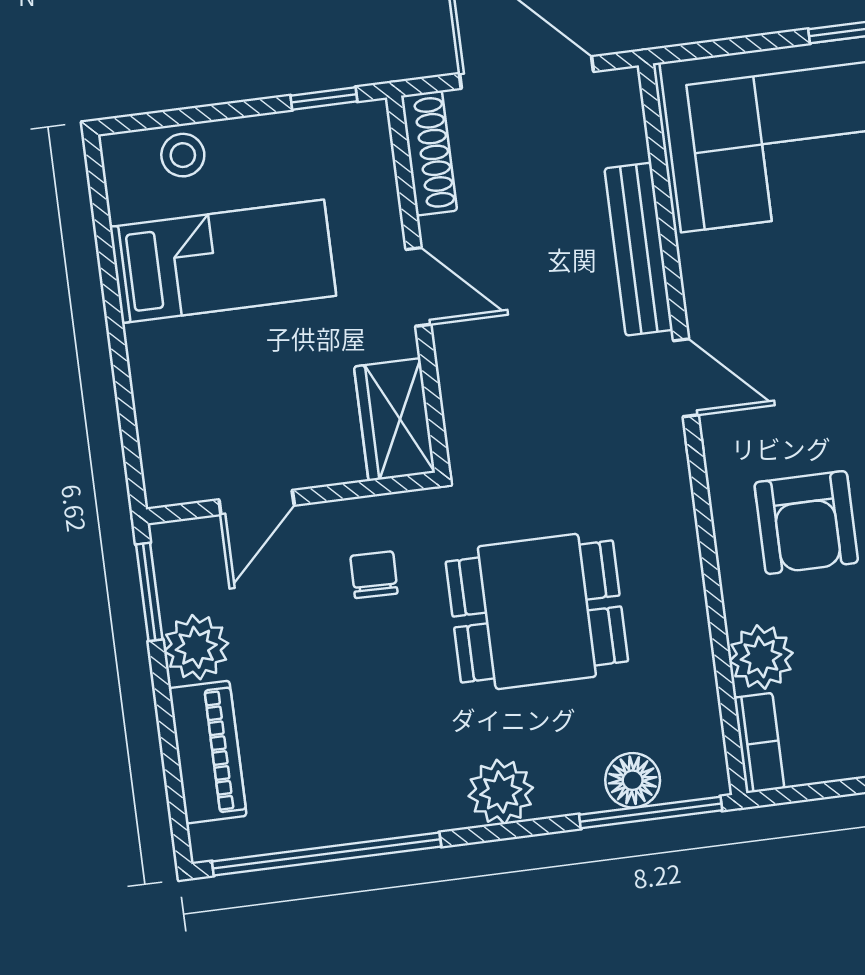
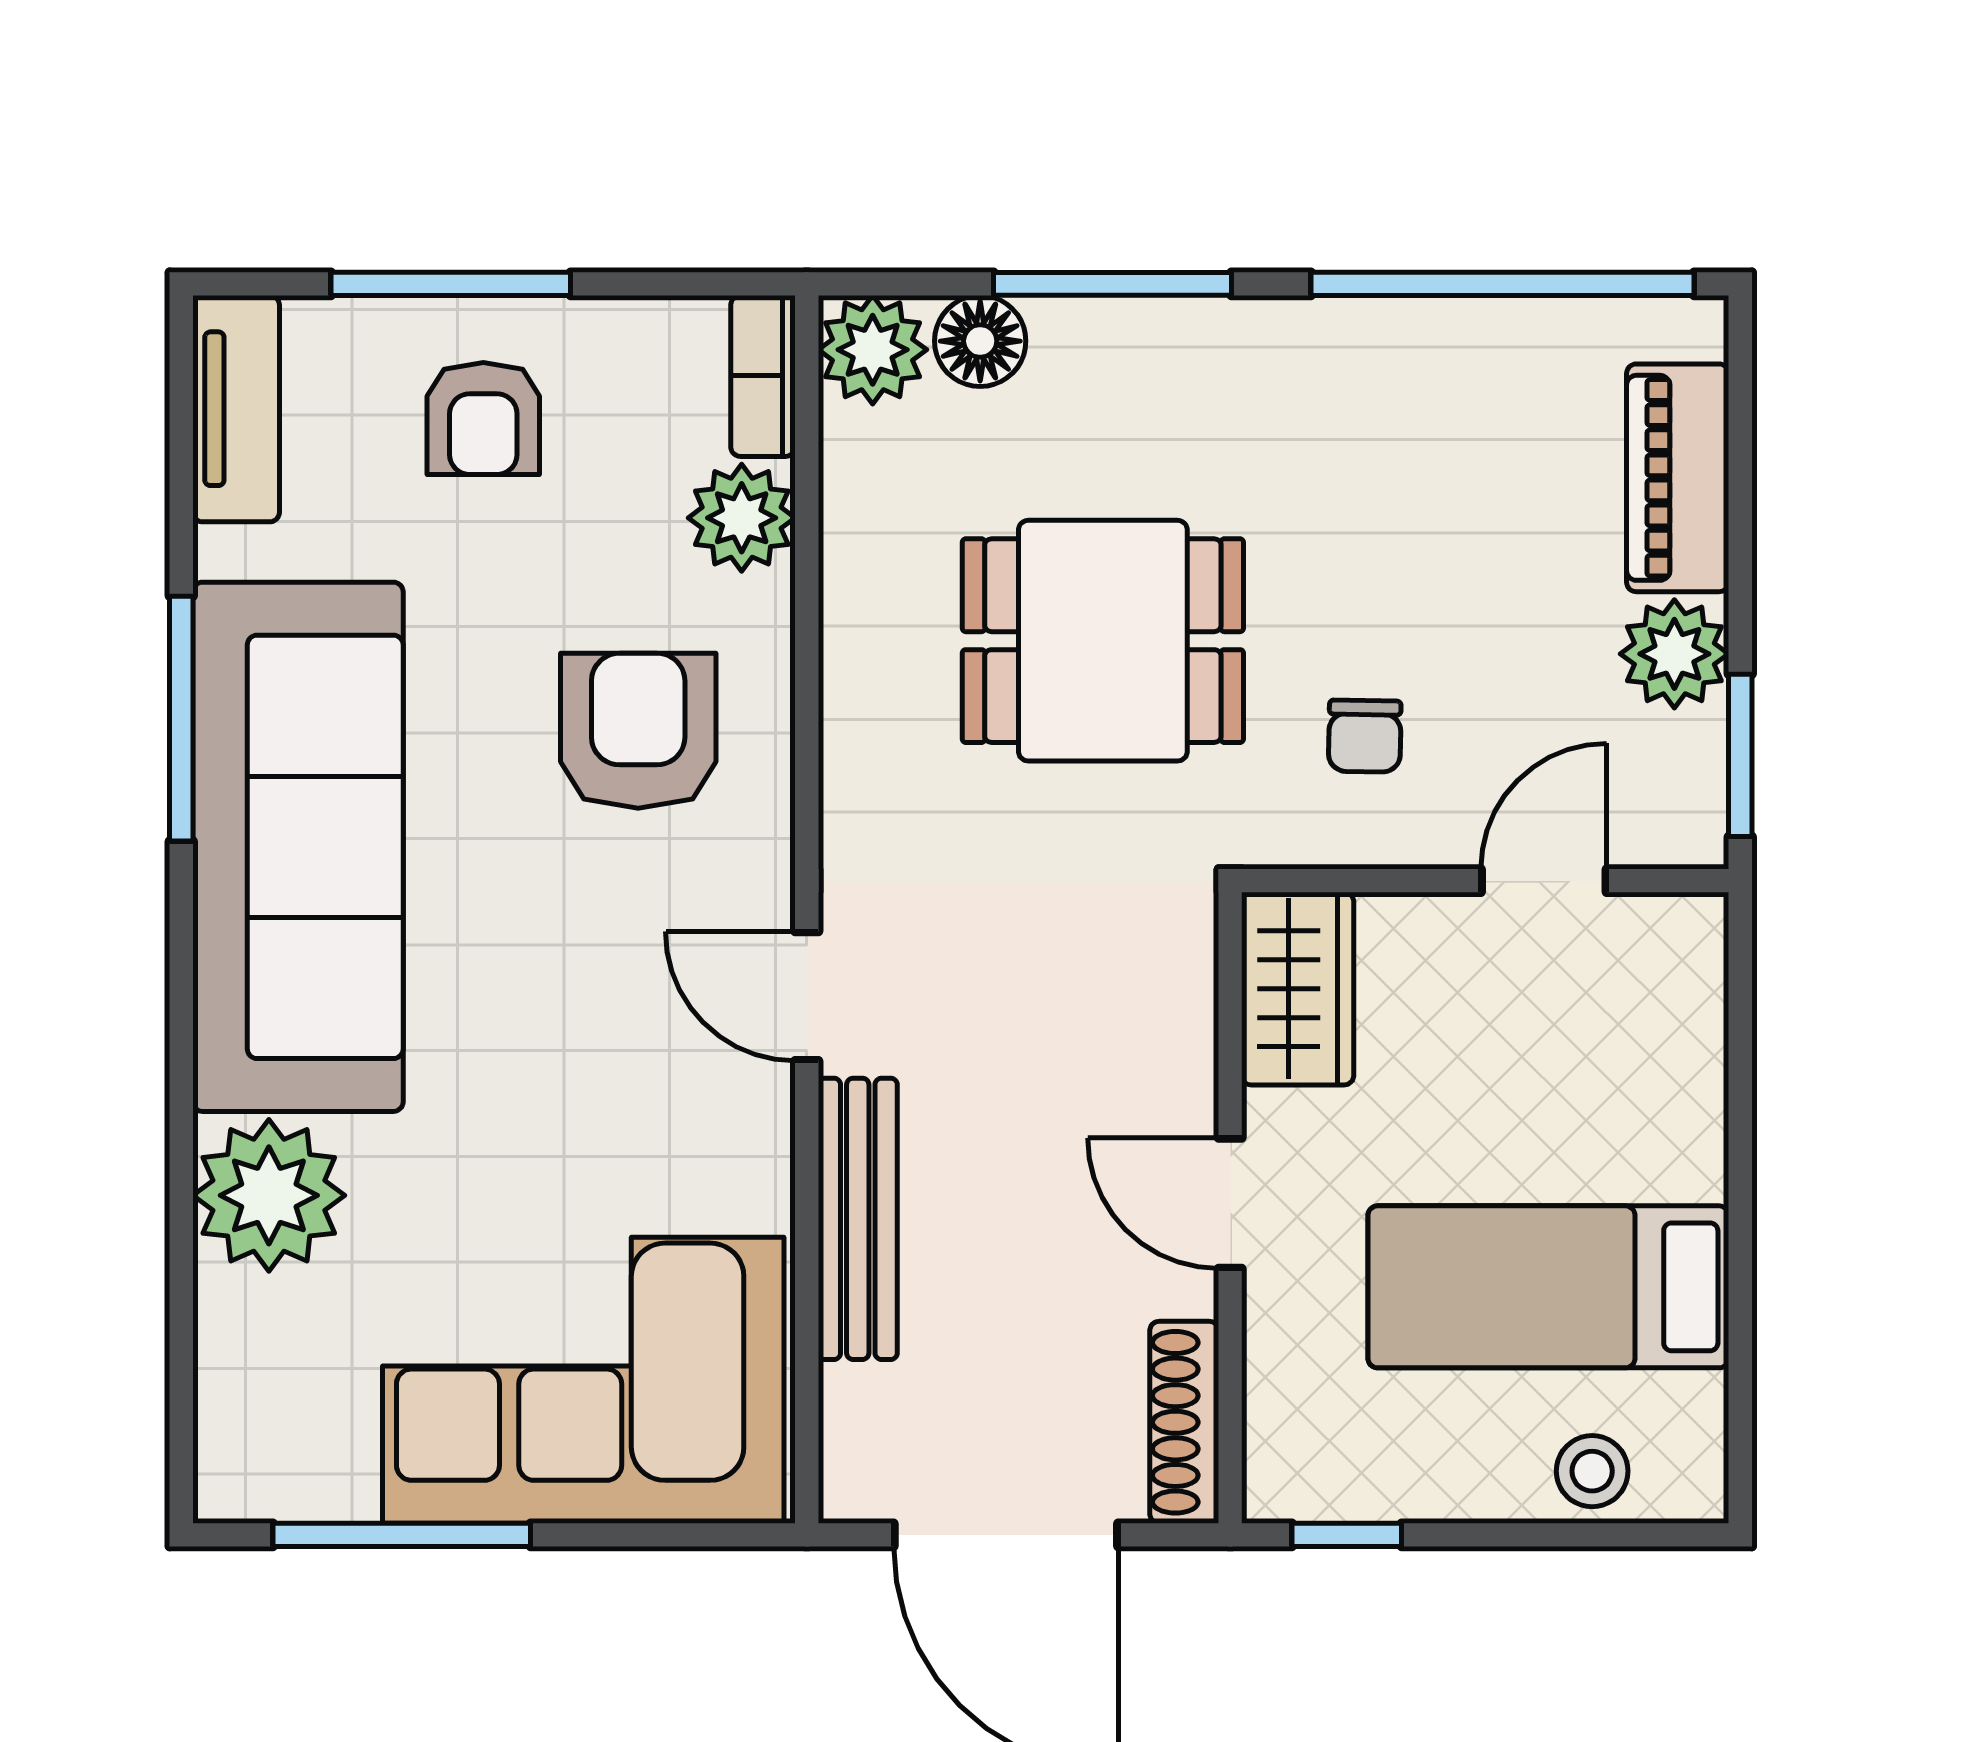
plant: (501, 792) -> (873, 350), moved
window: (651, 812) -> (1113, 284), moved

